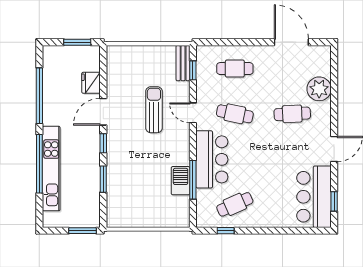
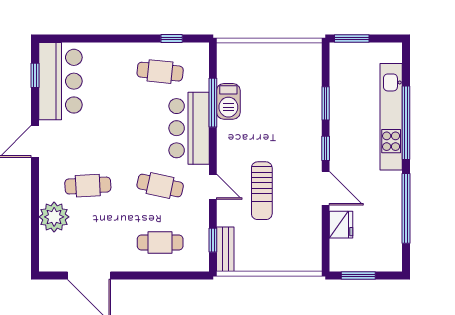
door: (103, 112) -> (326, 188), hinge flipped
cafe table: (235, 204) -> (160, 72), turned 30

